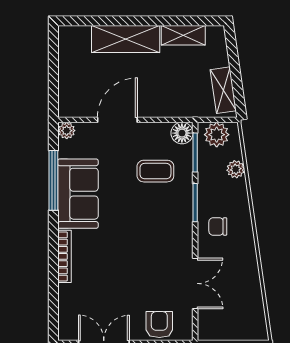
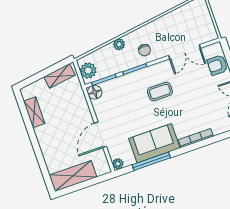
shelving: (126, 39) -> (73, 176), moved, turned 90
door: (117, 120) -> (100, 135), hinge flipped
plant: (236, 169) -> (119, 44), moved
coffee table: (155, 171) -> (160, 92), moved, turned 90
double door: (195, 283) -> (184, 52), swing flipped

